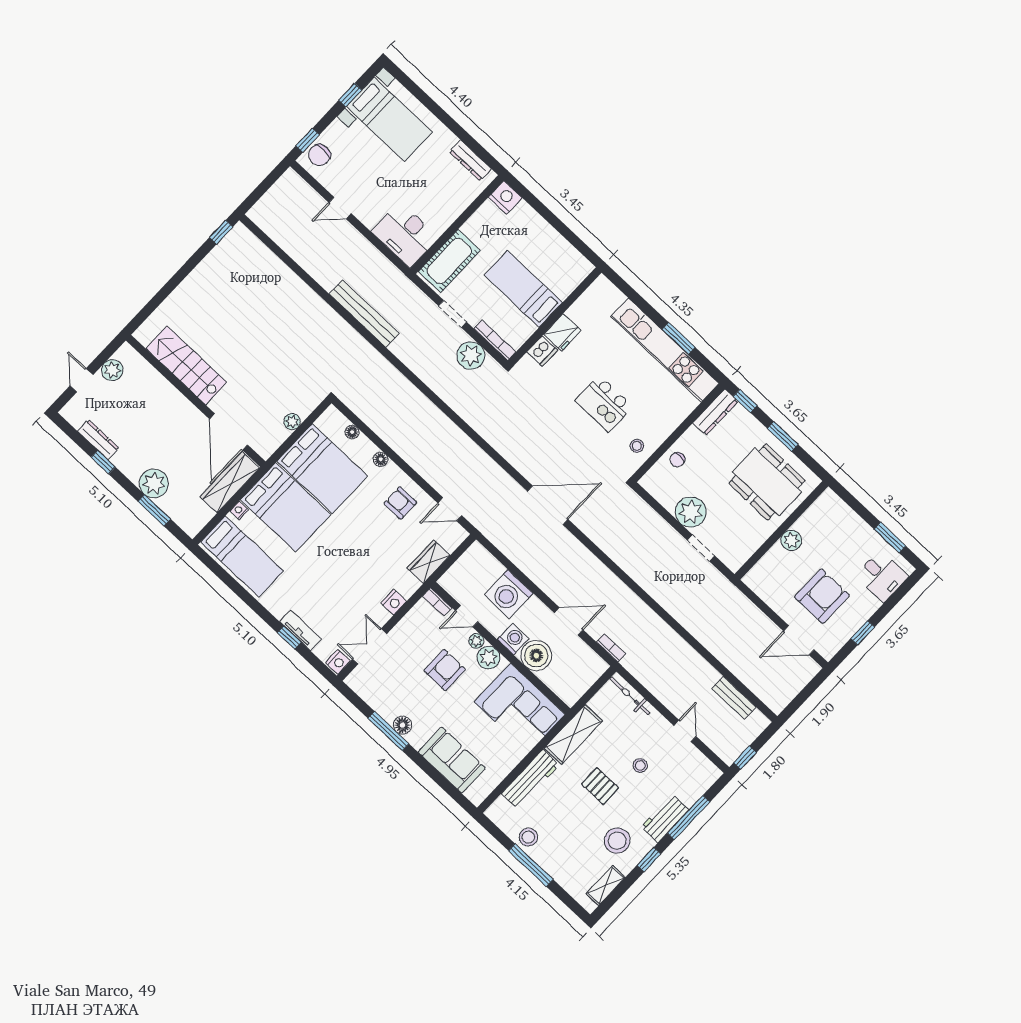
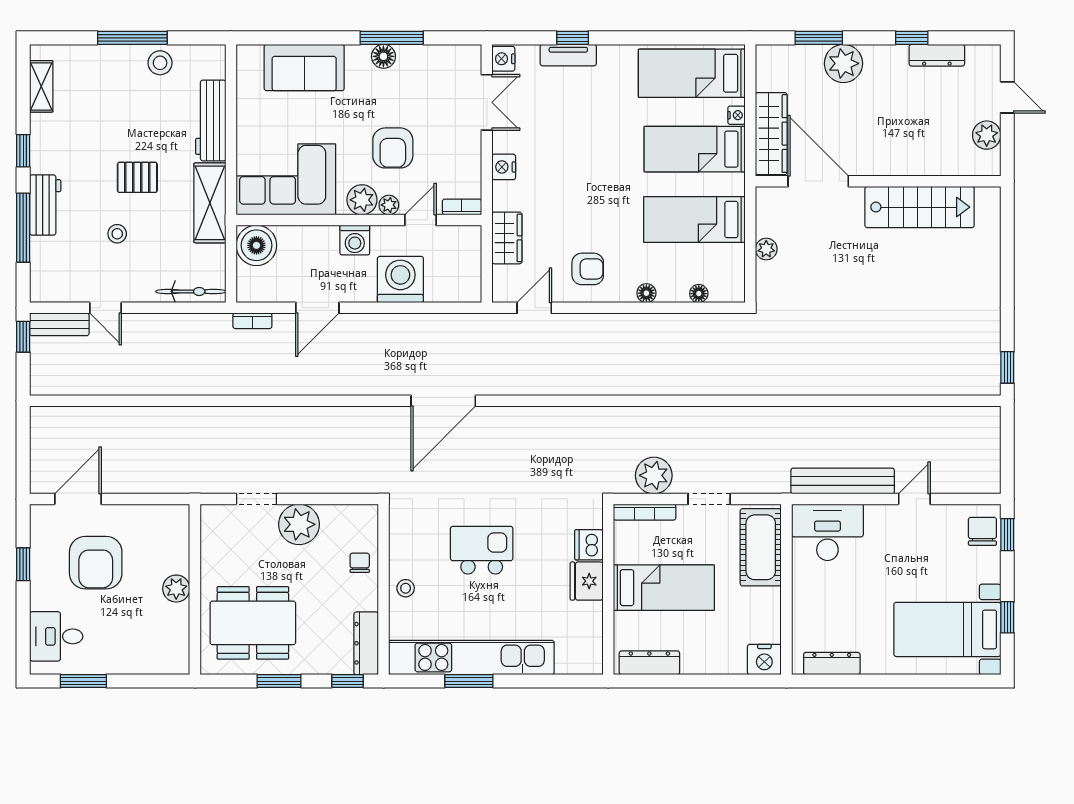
dresser: (570, 255) -> (649, 663), added
bench: (364, 314) -> (843, 481), moved
stool: (637, 446) -> (406, 588), moved
bed: (322, 469) -> (694, 220), width x0.67
bed: (286, 507) -> (695, 149), width x0.67
boiler: (536, 656) -> (256, 245), moved
bench: (734, 698) -> (59, 324), moved
stool: (617, 841) -> (71, 140), removed

